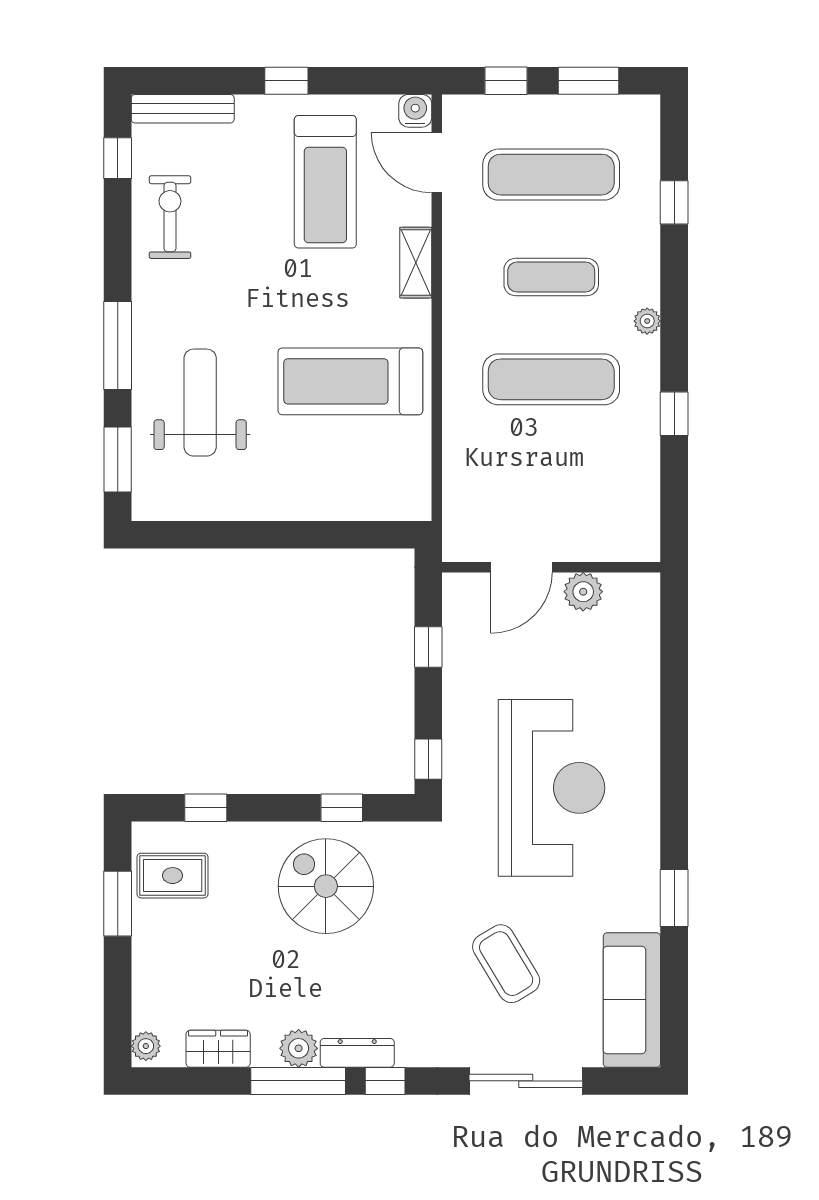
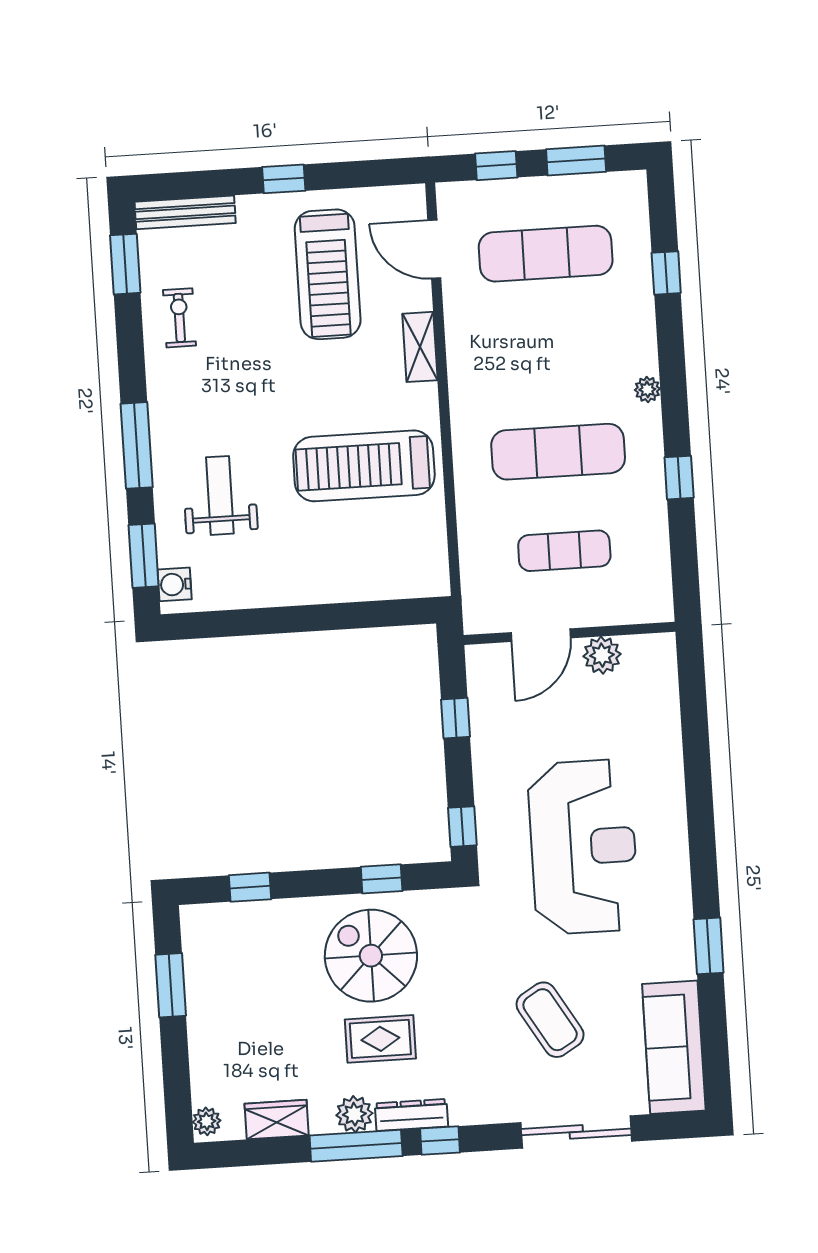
water cooler: (415, 111) -> (175, 584), moved, turned -90
window: (118, 158) -> (125, 264), width x1.50
exercise bike: (170, 217) -> (179, 318), width x0.73, depth x0.72
exercise mat: (551, 277) -> (564, 551), moved
weight bench: (200, 403) -> (220, 495), width x0.73, depth x0.75
rug: (173, 876) -> (380, 1039), moved

